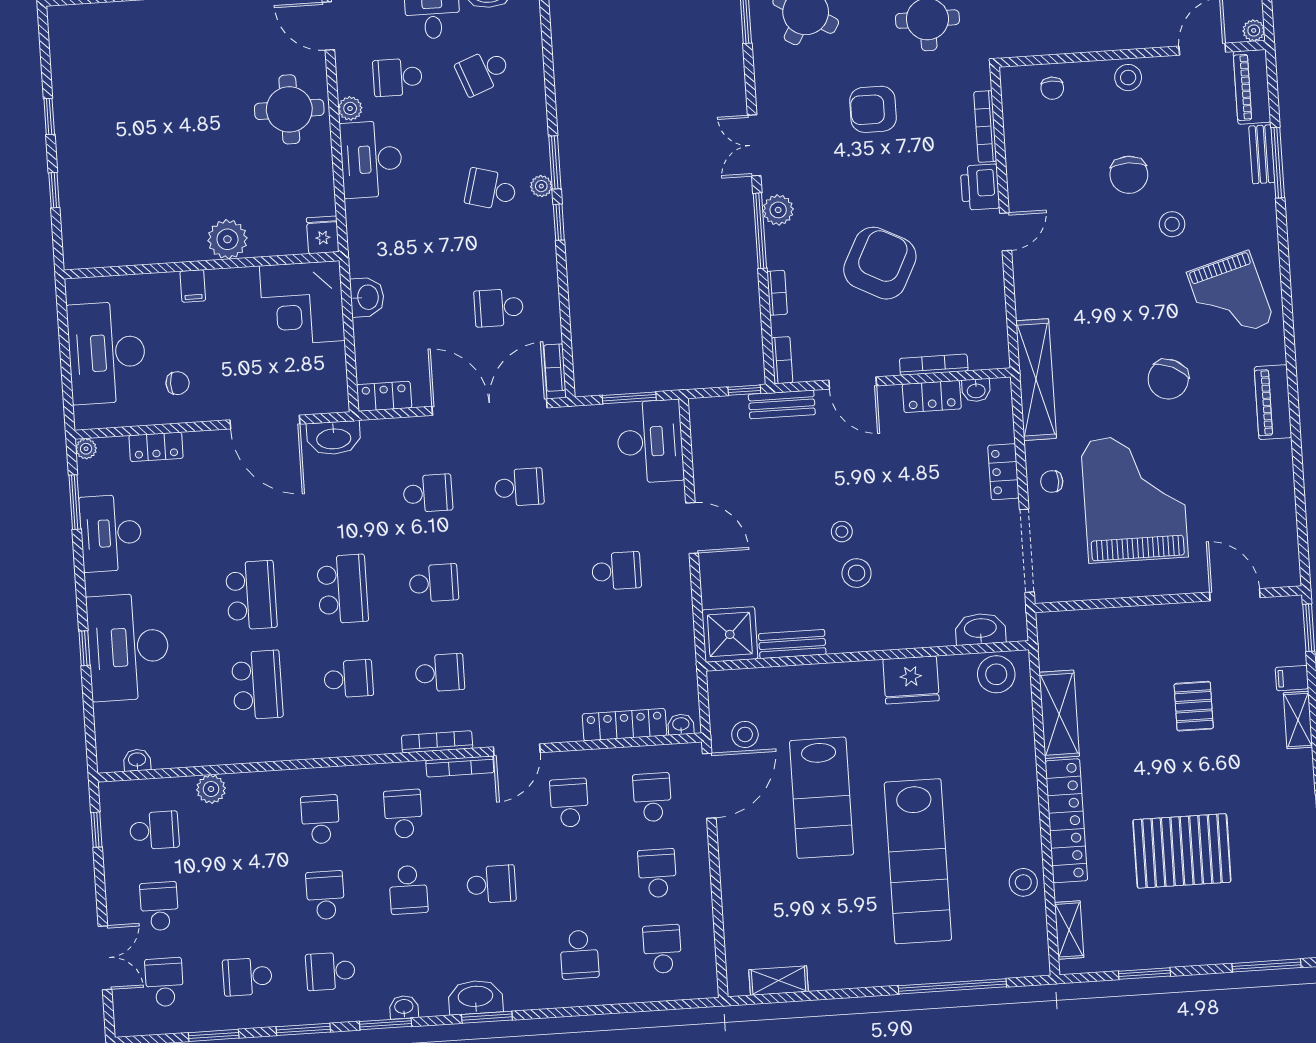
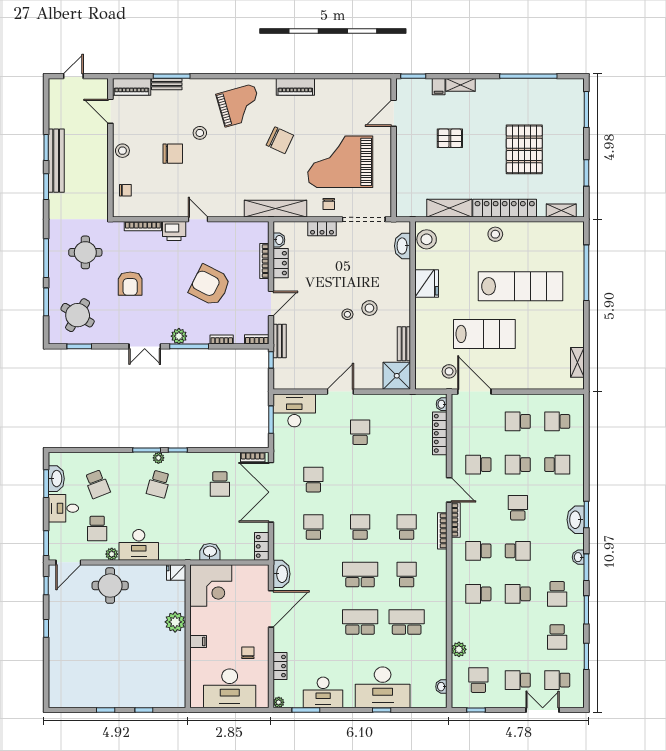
plant: (1254, 30) -> (102, 84), removed
school desk: (652, 797) -> (518, 465), moved
stool: (1023, 882) -> (495, 234), moved

